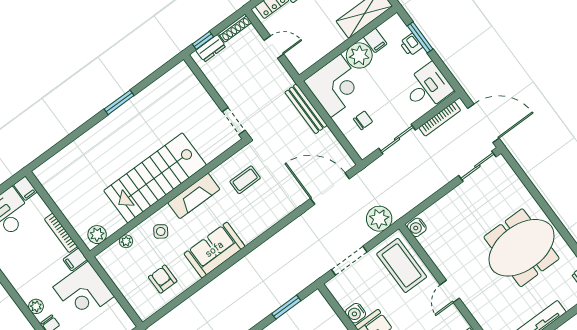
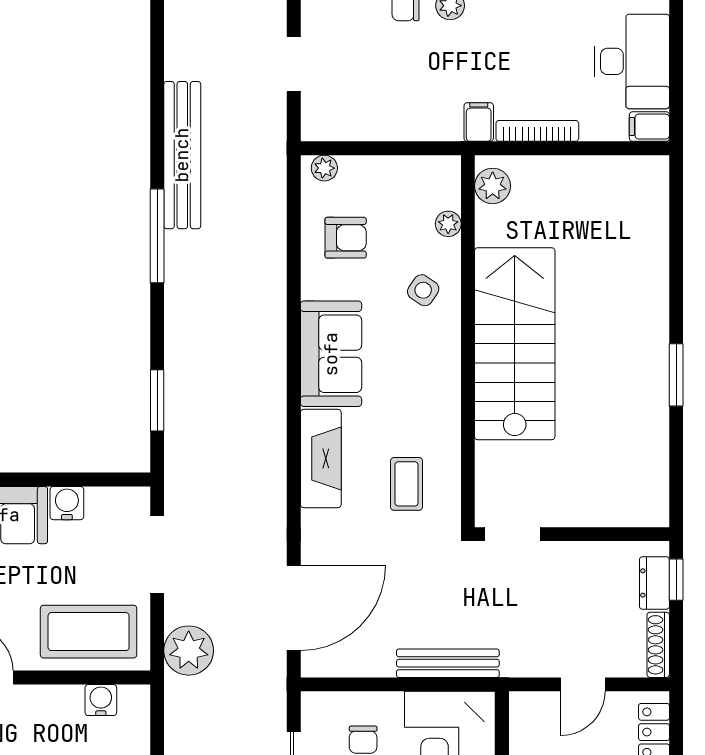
fireplace: (194, 196) -> (321, 459), moved, turned 180
water cooler: (417, 227) -> (101, 700), moved
corner desk: (84, 292) -> (418, 98), removed
plant: (141, 309) -> (324, 168), added

